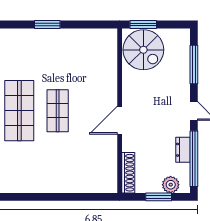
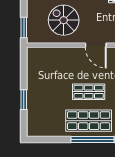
spiral stairs: (143, 50) -> (64, 20), moved, turned -90

